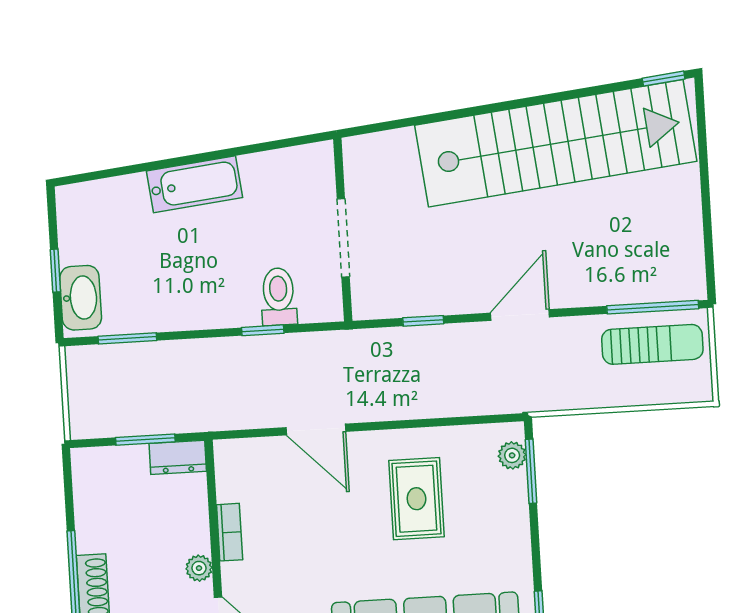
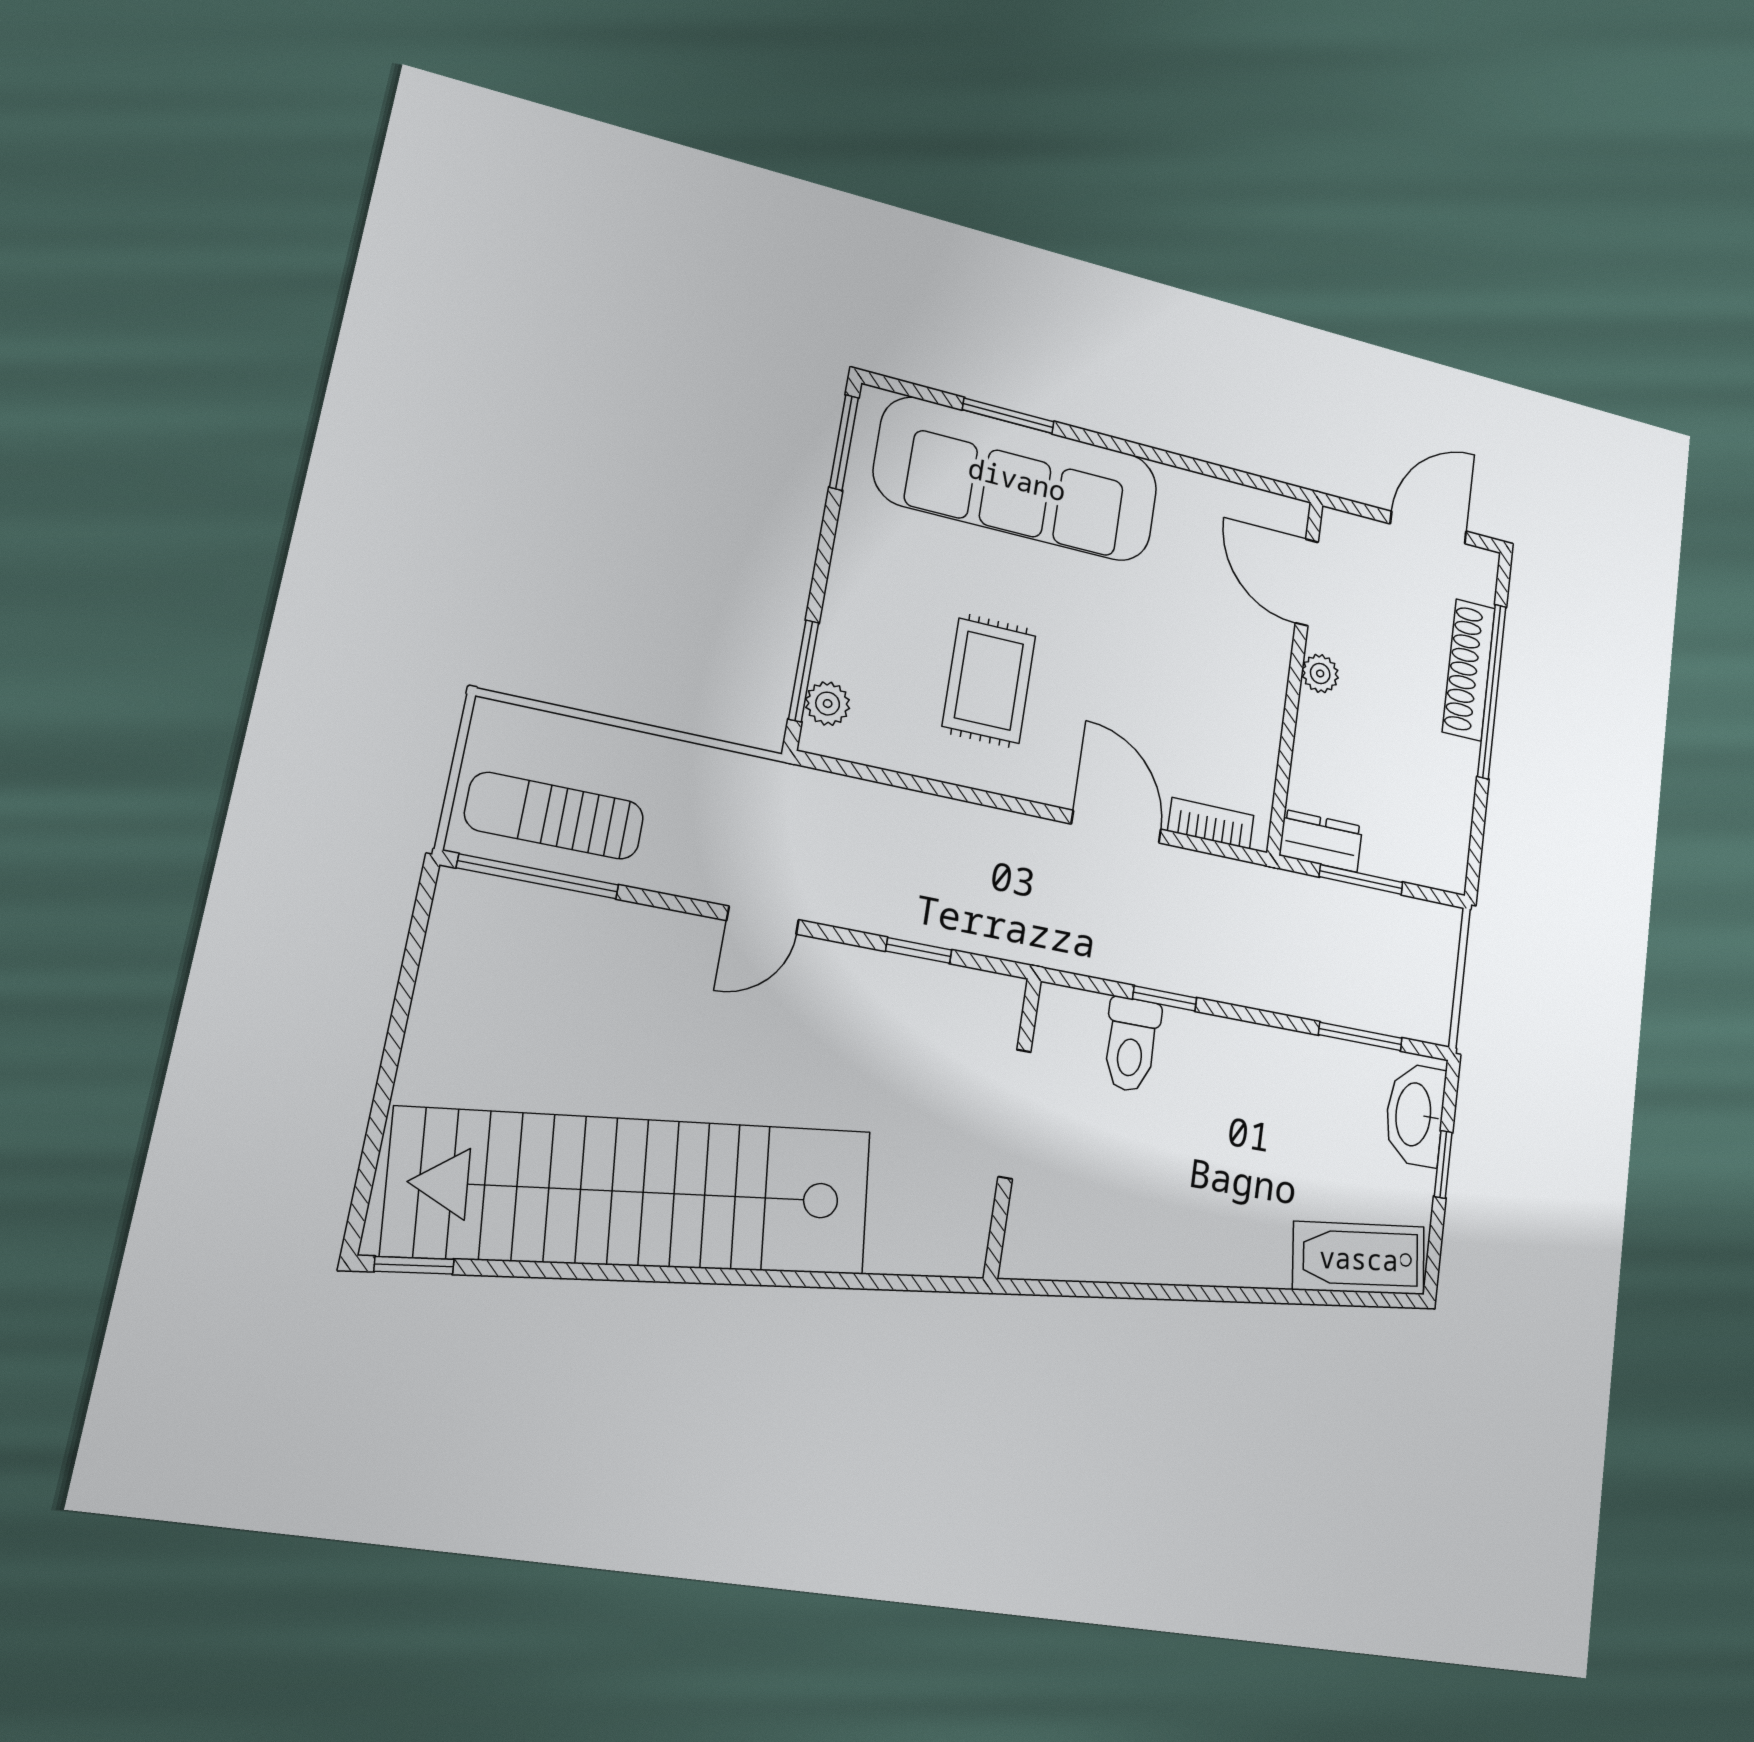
bathtub: (194, 184) -> (1359, 1258), moved
door: (520, 315) -> (763, 920), width x0.73
bookcase: (230, 532) -> (1211, 823), moved, turned 90

